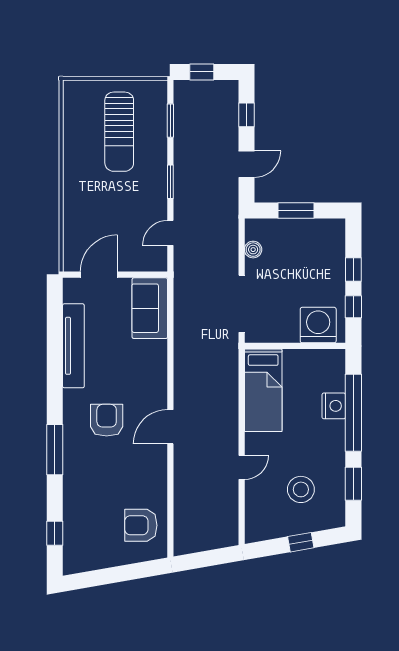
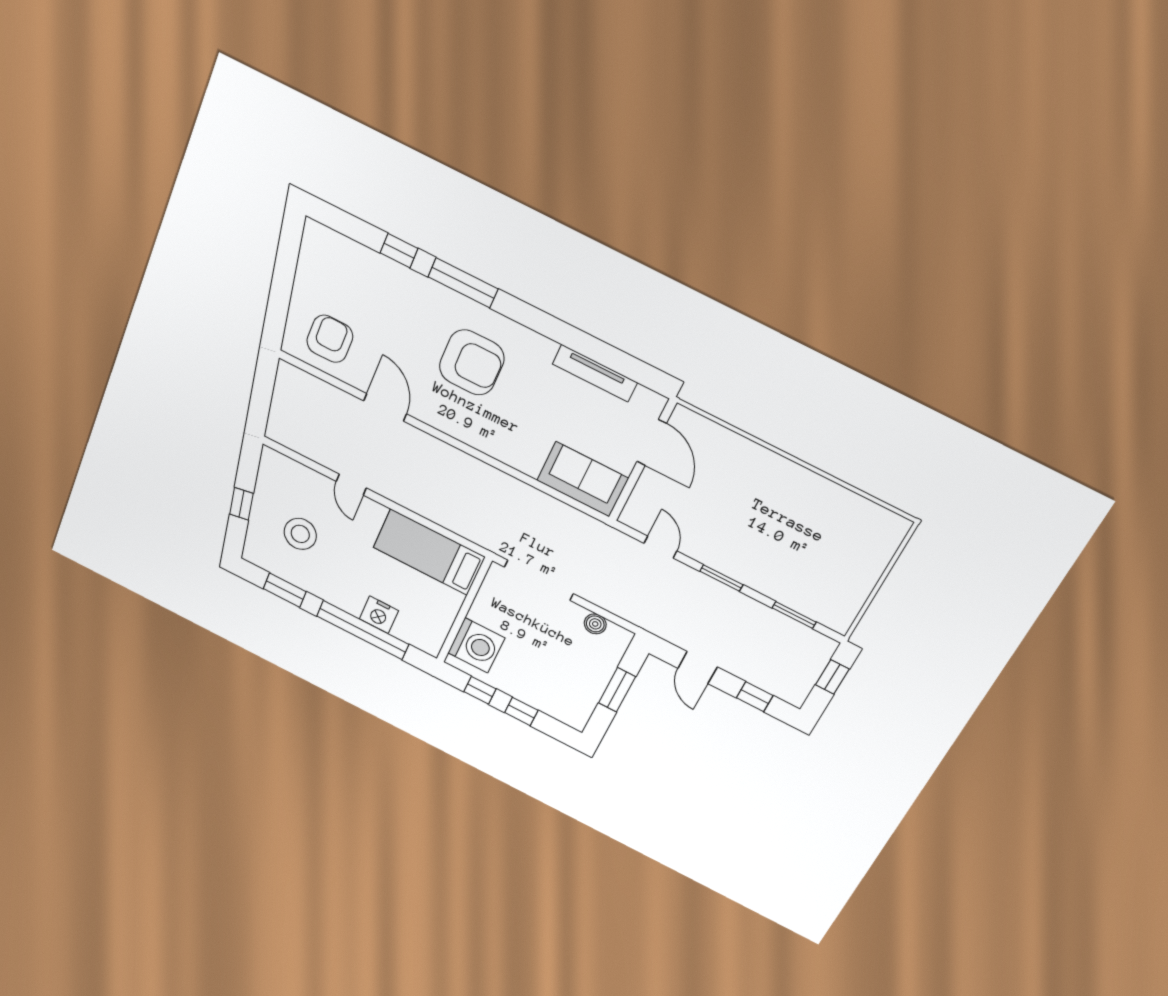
sun lounger: (119, 132) -> (813, 553), removed
tv unit: (73, 346) -> (595, 373), width x0.73, depth x0.78
armchair: (107, 420) -> (472, 362), width x1.36, depth x1.36
door: (170, 427) -> (385, 407), moved
window: (55, 533) -> (399, 251), moved

